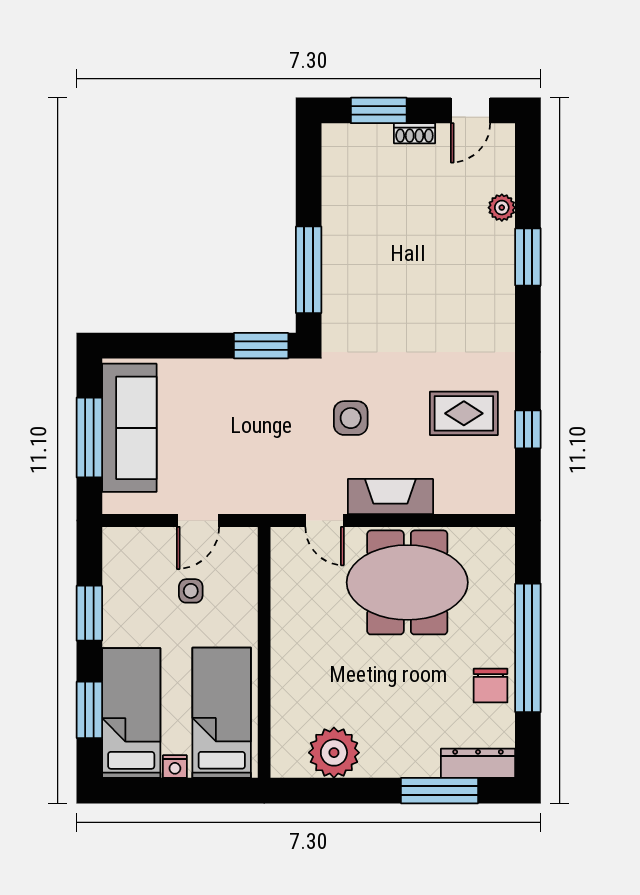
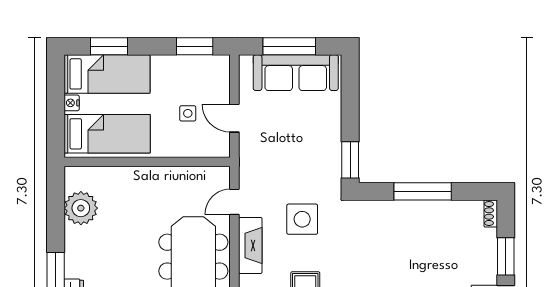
window: (379, 110) -> (506, 256), moved
shoe rack: (414, 133) -> (491, 214), moved
window: (309, 270) -> (423, 191), moved
side table: (351, 418) -> (302, 219), width x1.37, depth x1.37
window: (89, 613) -> (195, 46), moved

